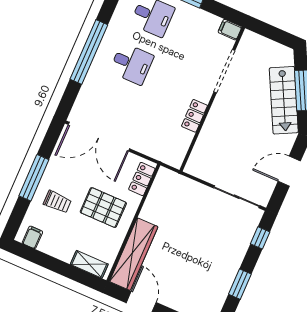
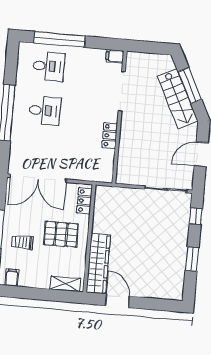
trolley: (57, 202) -> (22, 242), turned 180

